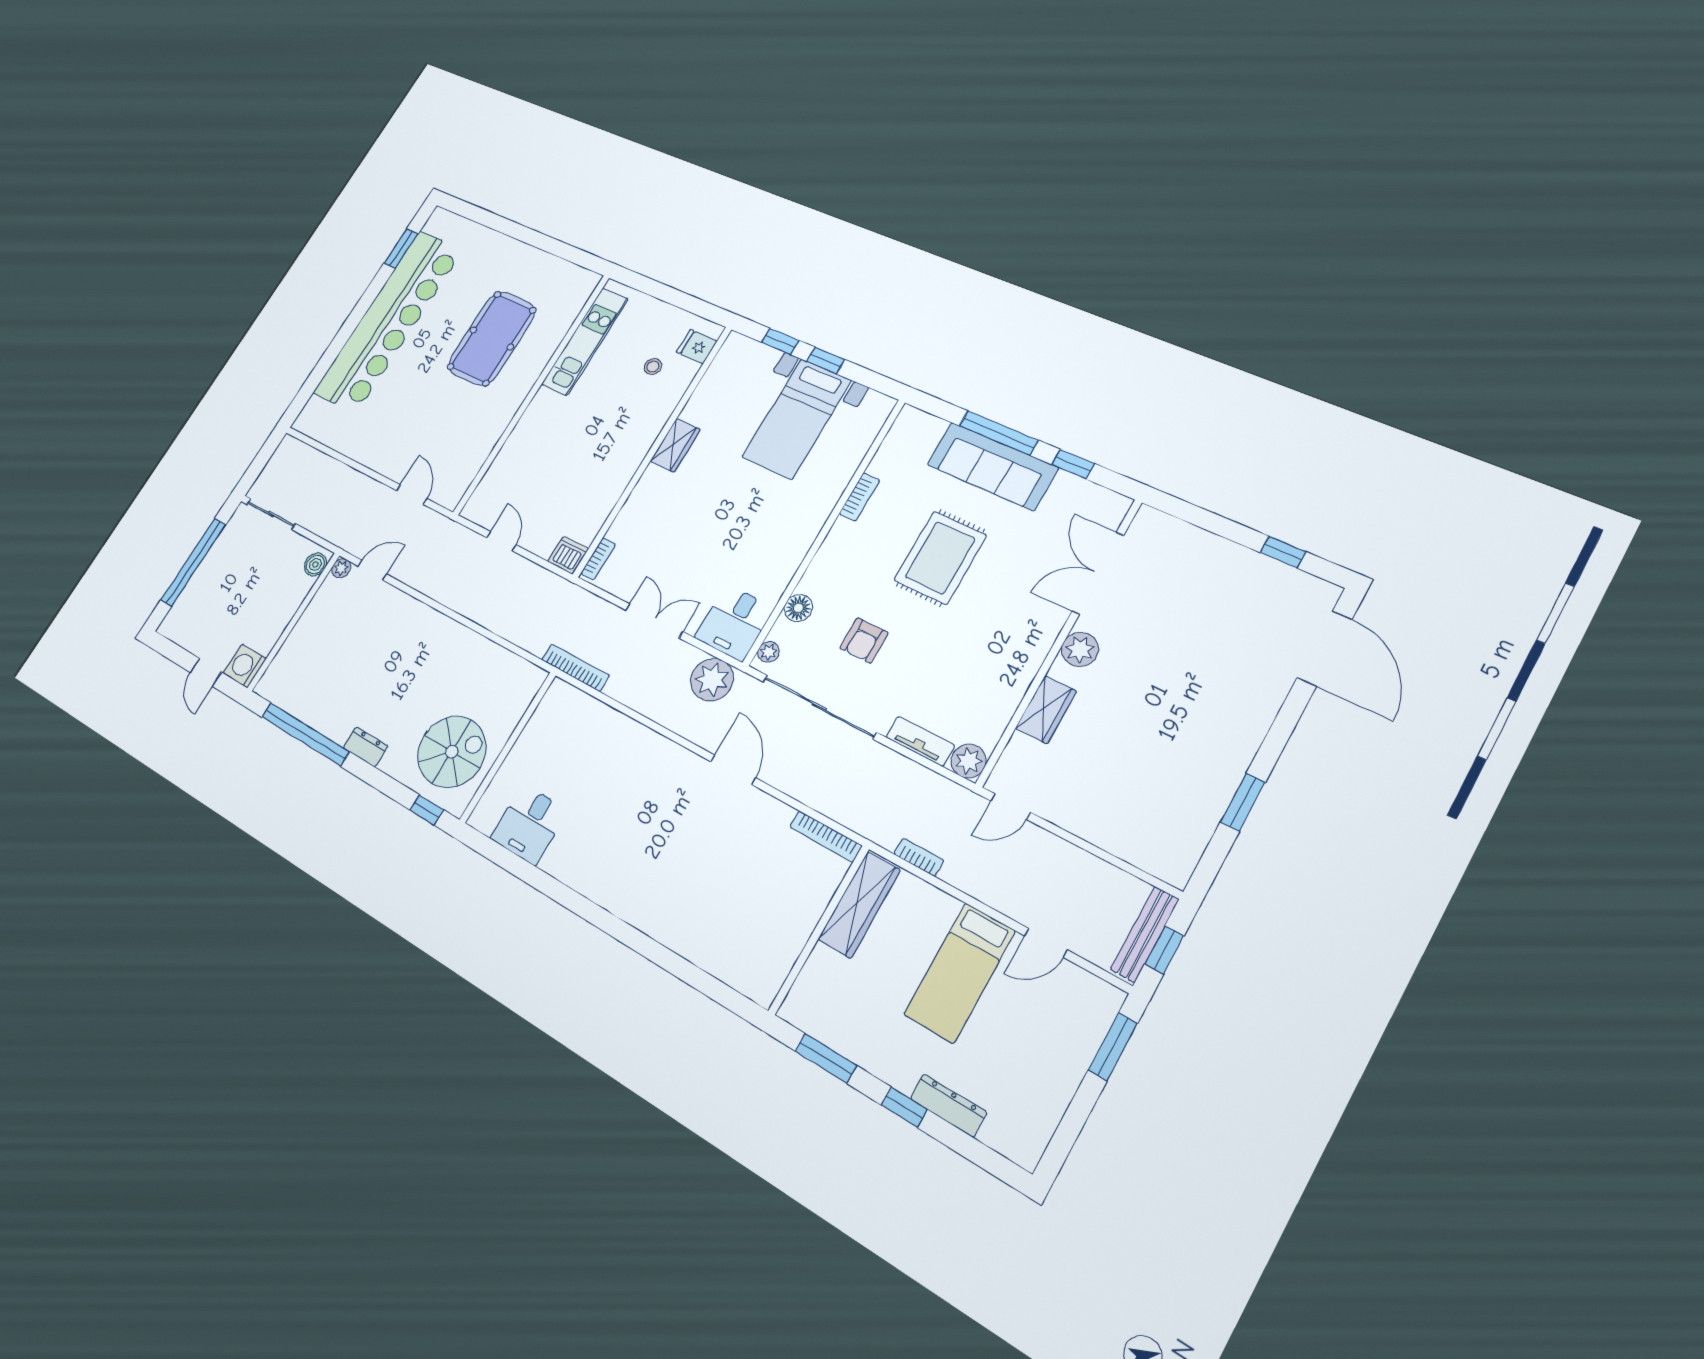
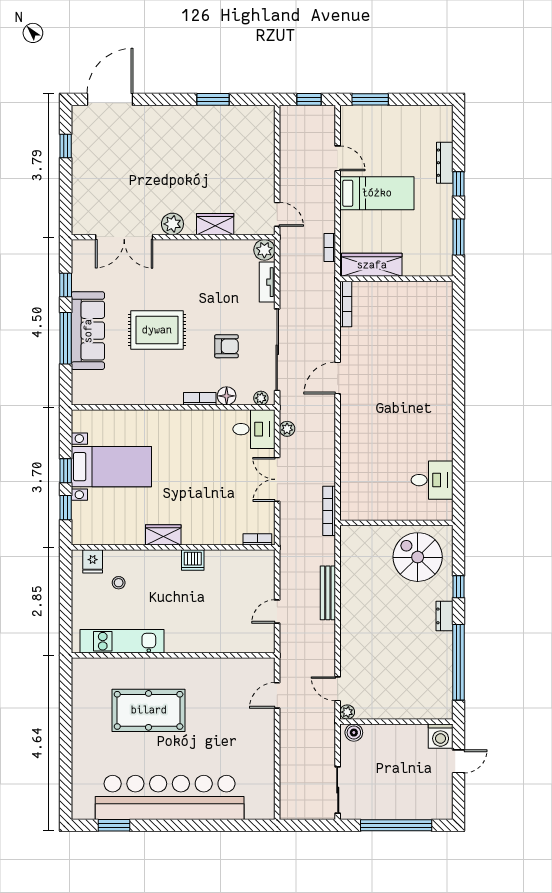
bookcase: (859, 497) -> (200, 399), moved
dishwasher: (568, 555) -> (193, 560), moved, turned -90
plant: (712, 680) -> (287, 429), width x0.53, depth x0.53
window: (427, 810) -> (458, 587), moved
bench: (1145, 934) -> (328, 593), moved, turned 90

